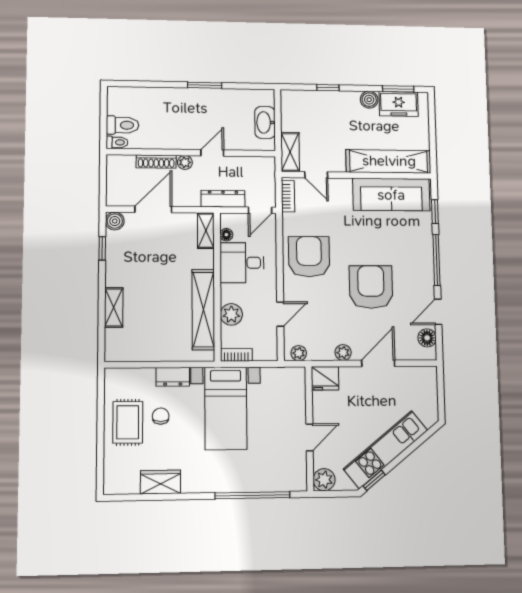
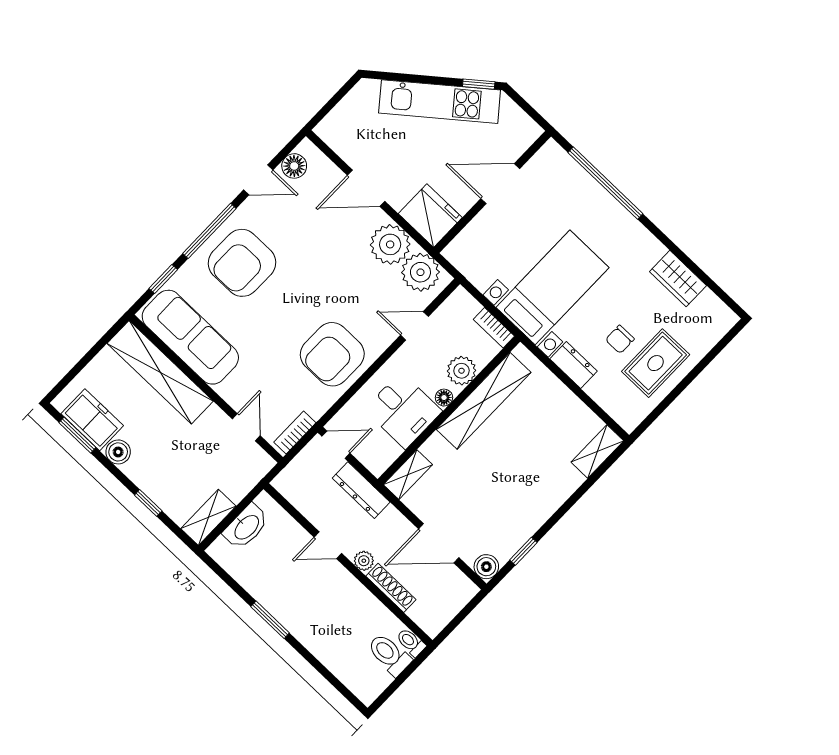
shelving: (290, 152) -> (208, 517), moved
floor lamp: (226, 235) -> (444, 398), moved
armchair: (371, 287) -> (242, 263), moved
shelving: (114, 307) -> (597, 452), moved
plant: (299, 353) -> (420, 272), width x1.88, depth x1.88
plant: (343, 353) -> (390, 244), width x1.88, depth x1.88
fridge: (325, 378) -> (430, 216), width x1.36, depth x1.34
door: (310, 437) -> (500, 184), width x1.38
plant: (324, 480) -> (525, 131), removed

